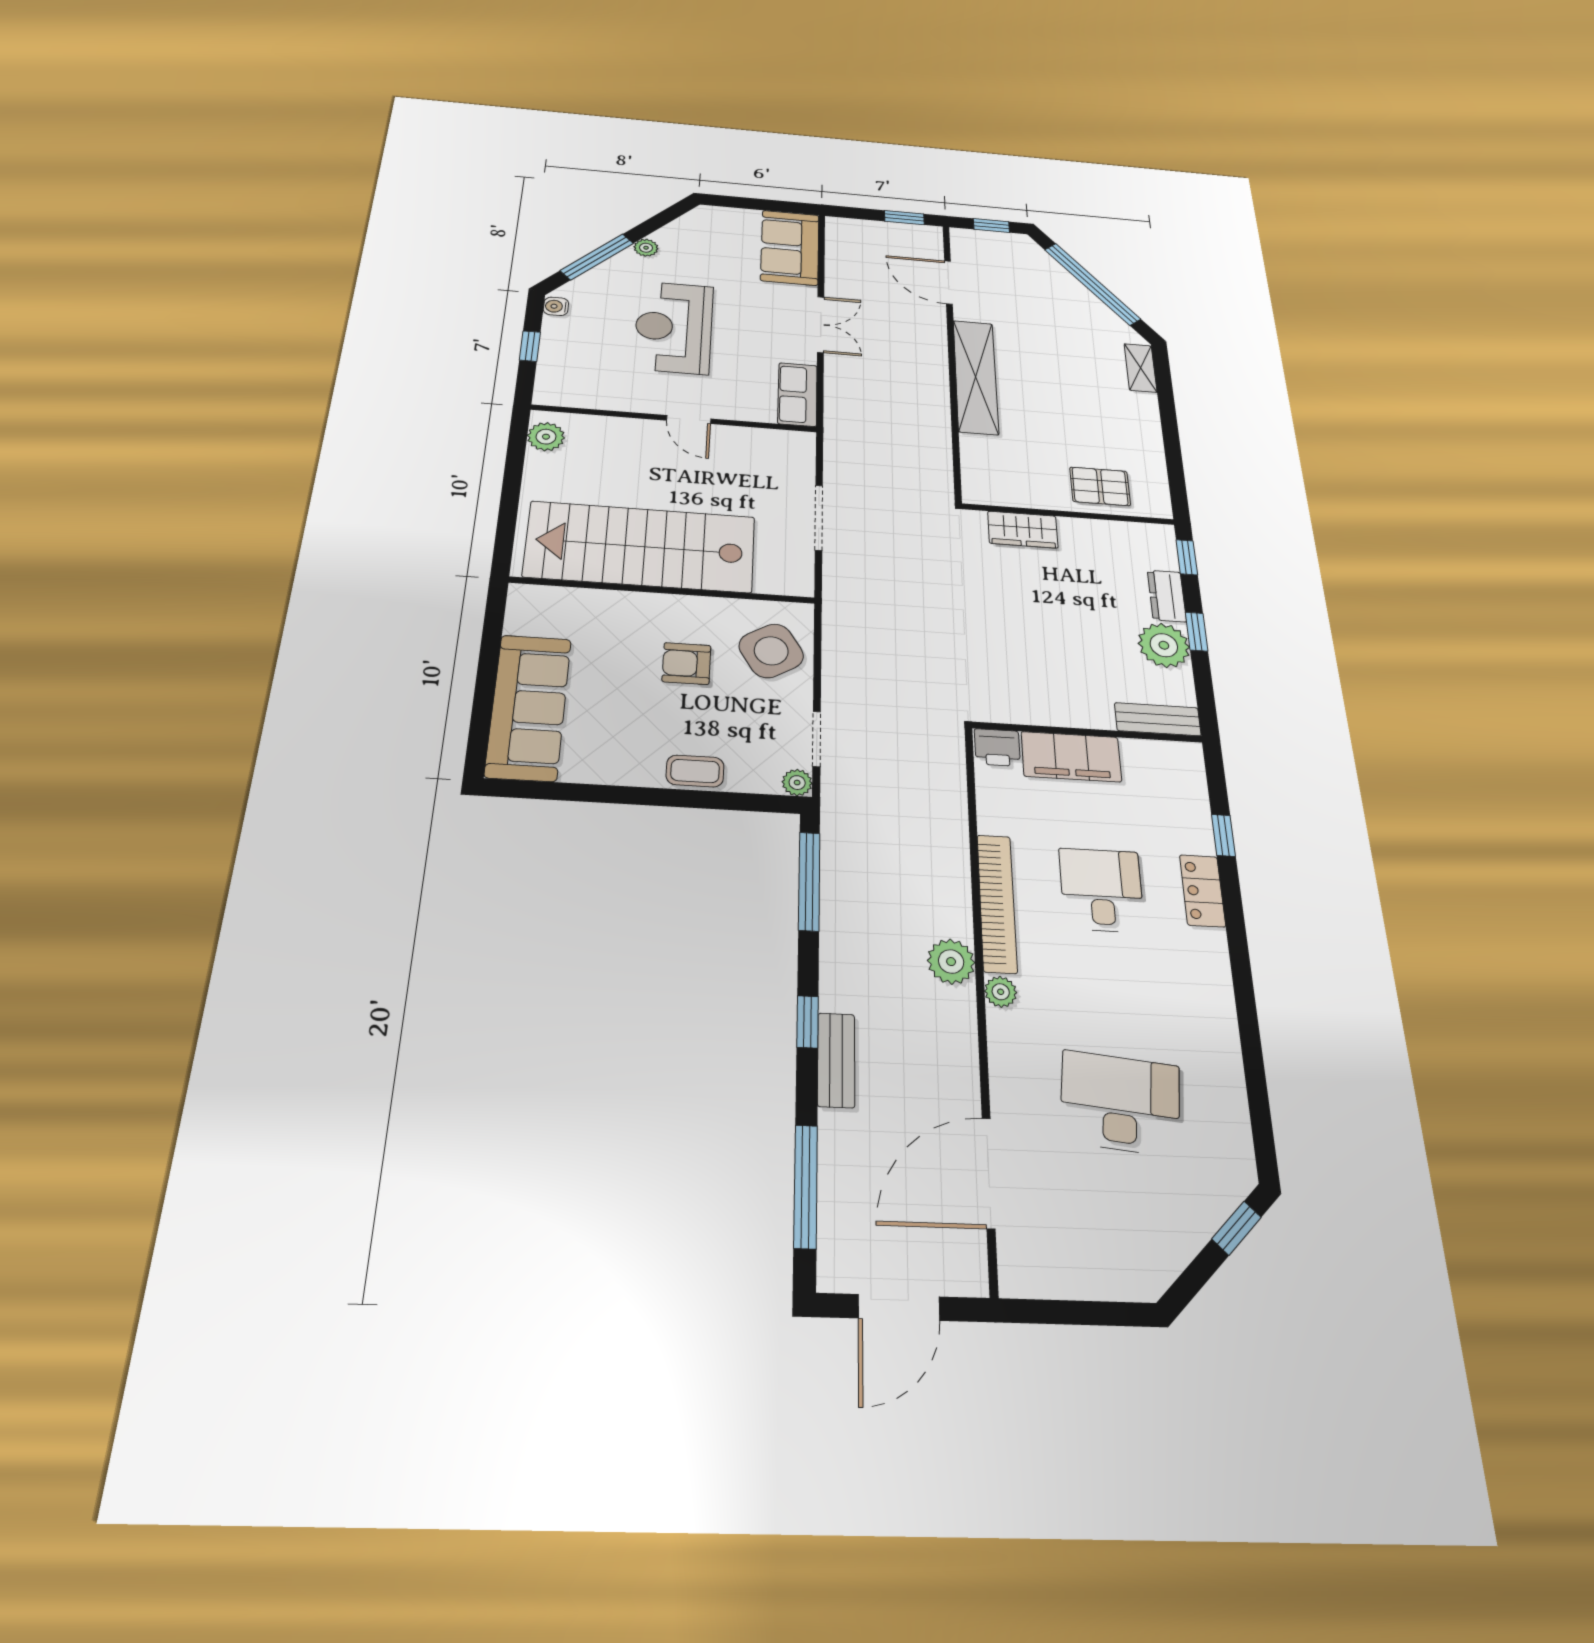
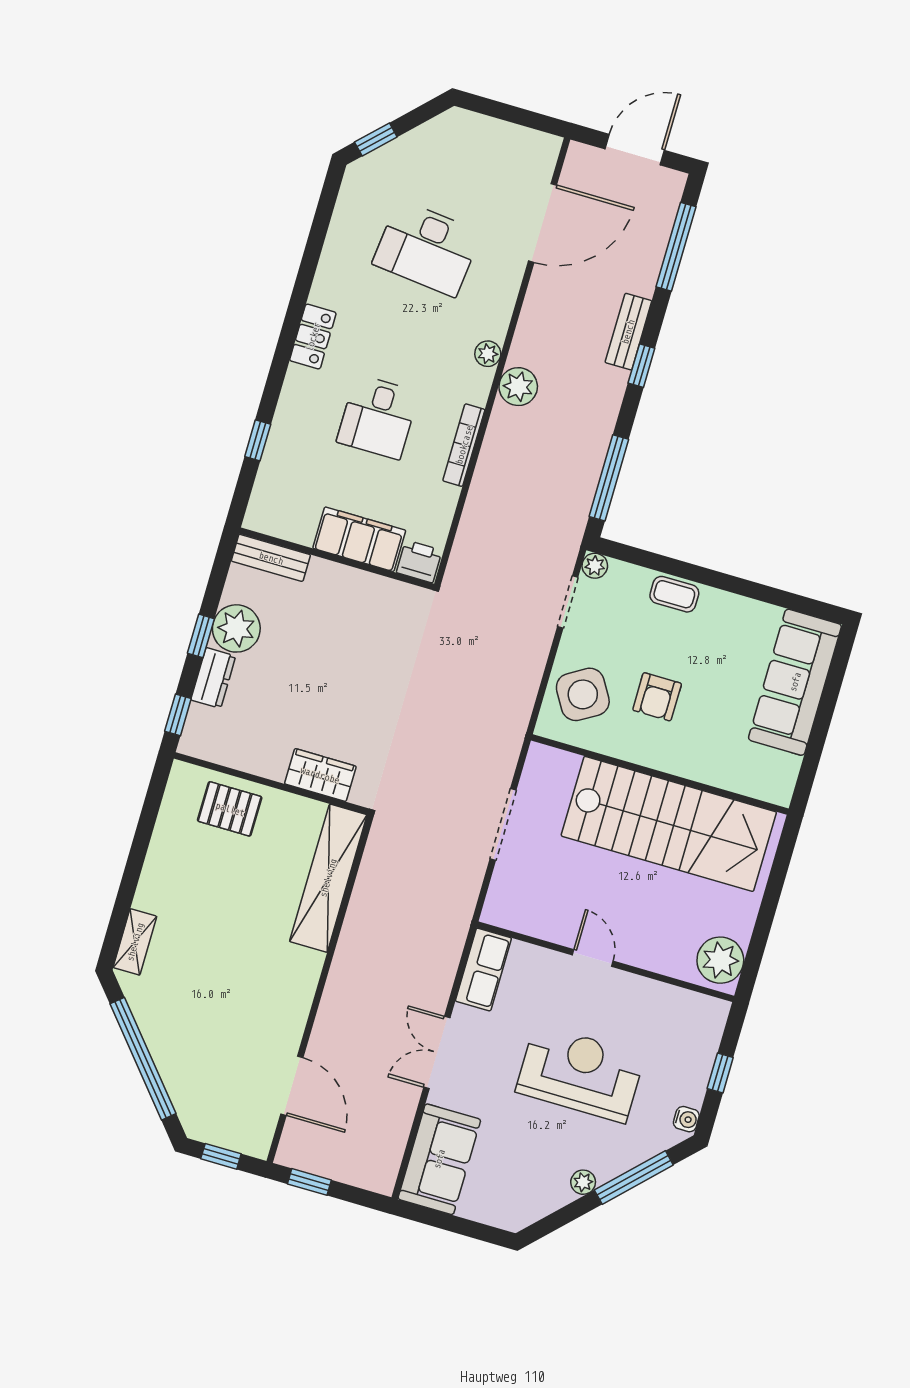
reception desk: (674, 327) -> (580, 1073), turned -90
shelving: (976, 377) -> (328, 878), moved
plant: (546, 437) -> (720, 960), width x1.36, depth x1.36
armchair: (686, 663) -> (657, 697), turned 90
locker: (1202, 891) -> (313, 337), moved
bookcase: (997, 903) -> (464, 445), width x0.68, depth x0.76

